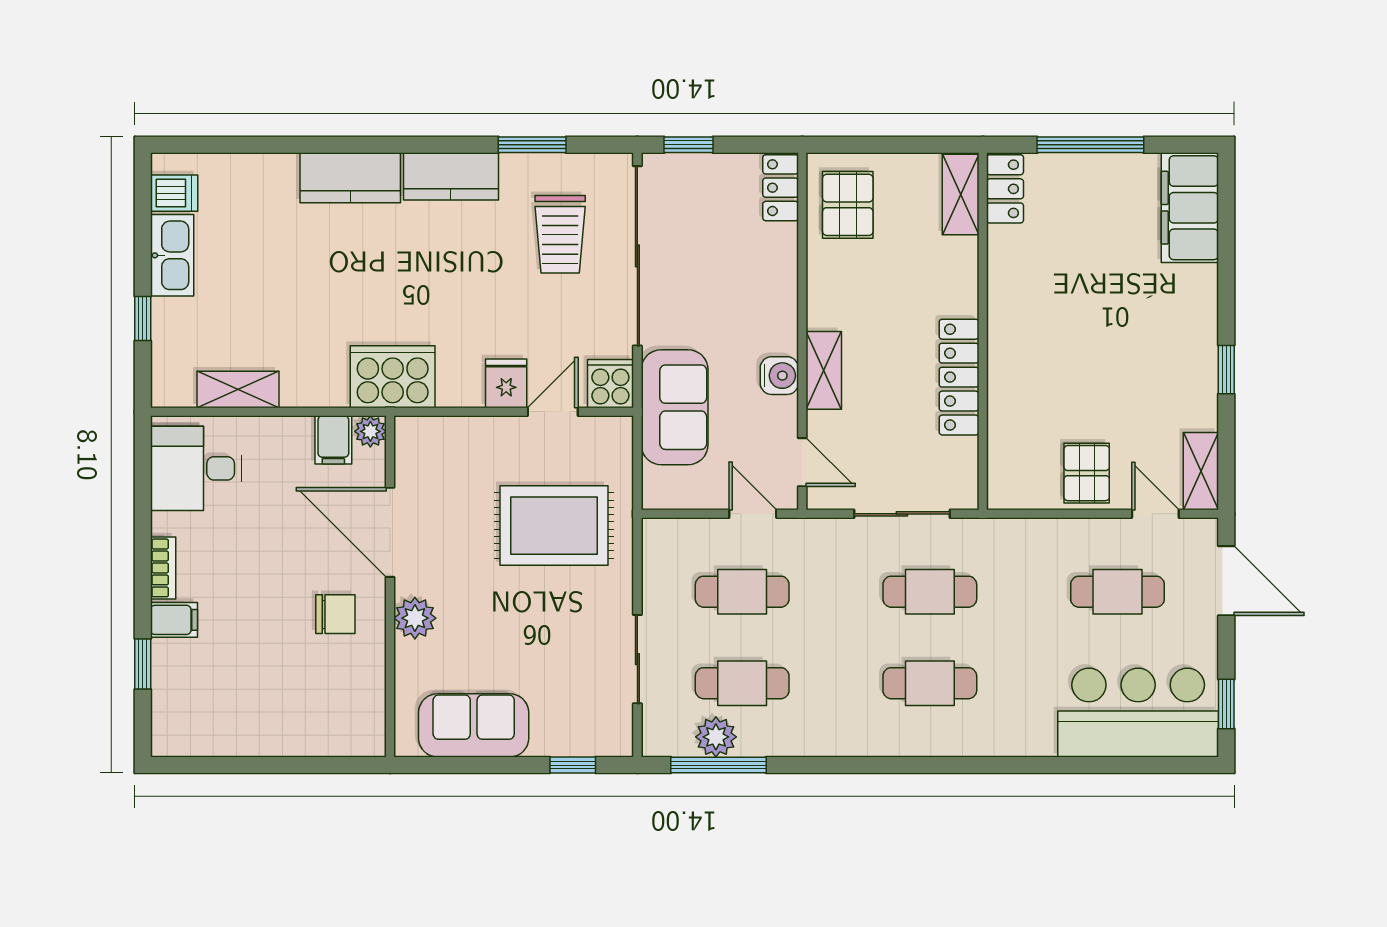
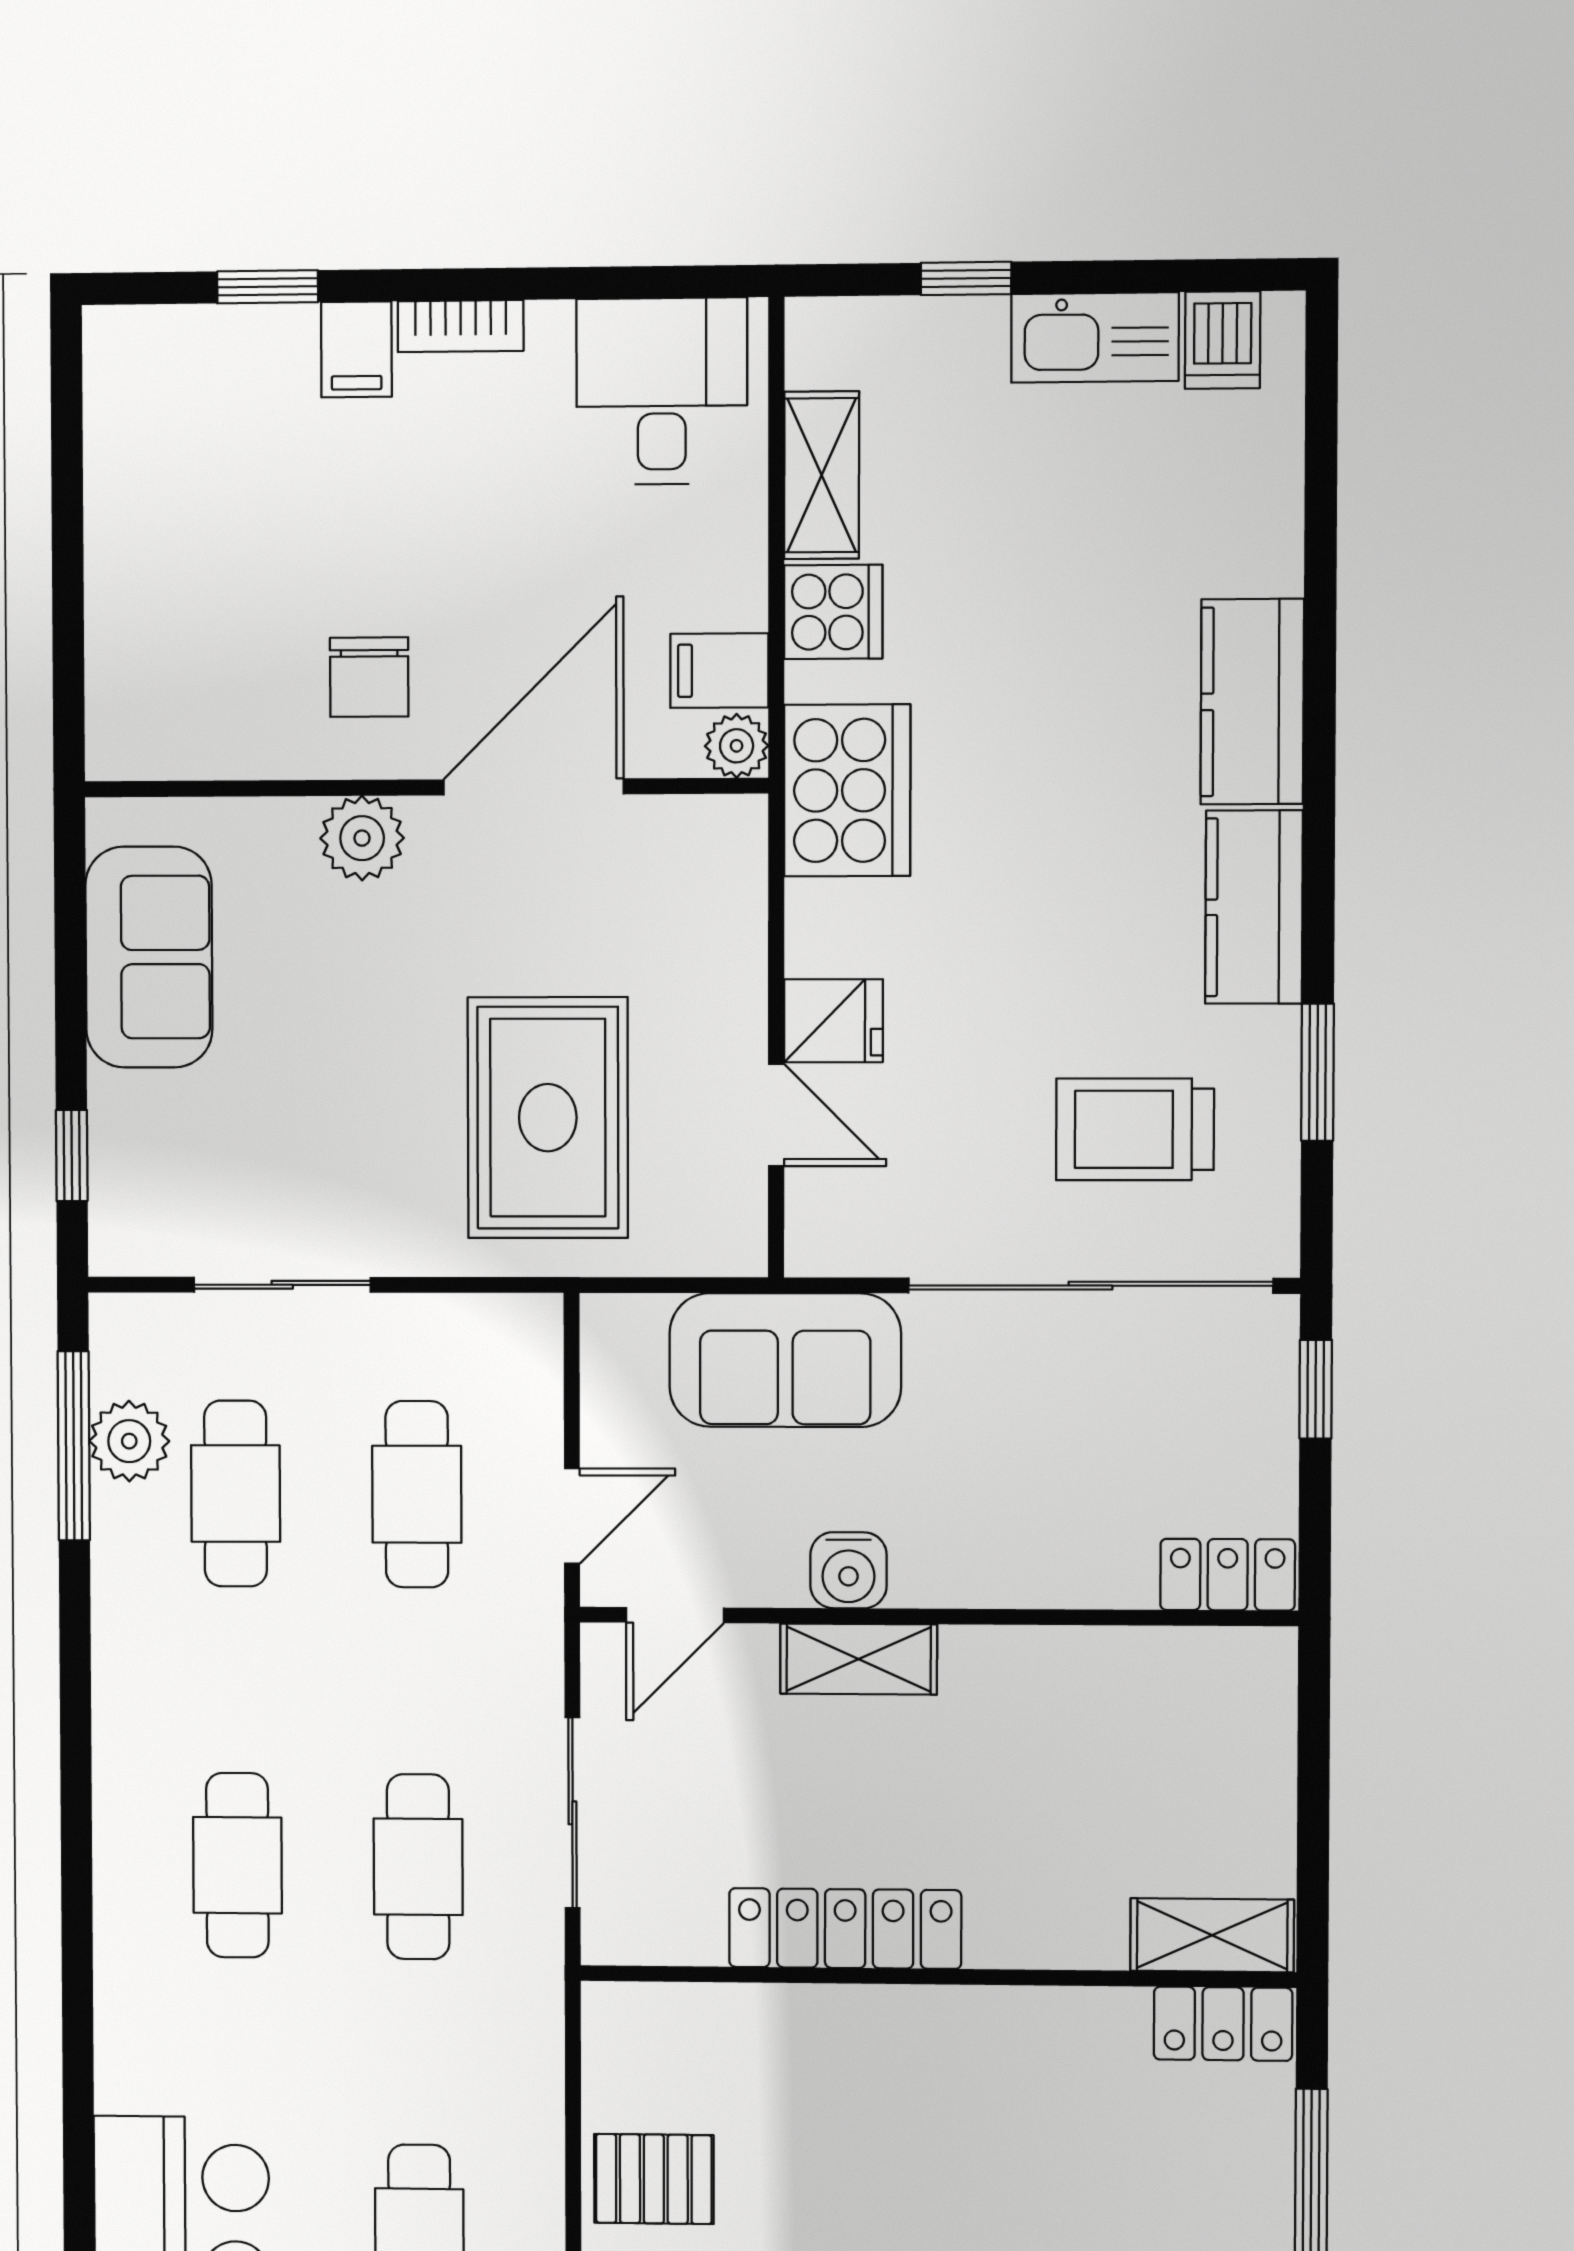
pallet: (848, 205) -> (1192, 1709), removed
cooker: (610, 384) -> (833, 612), moved

